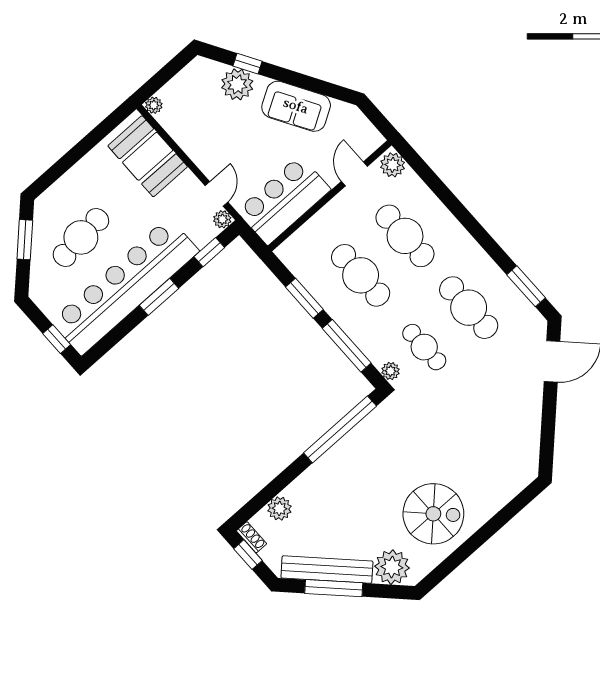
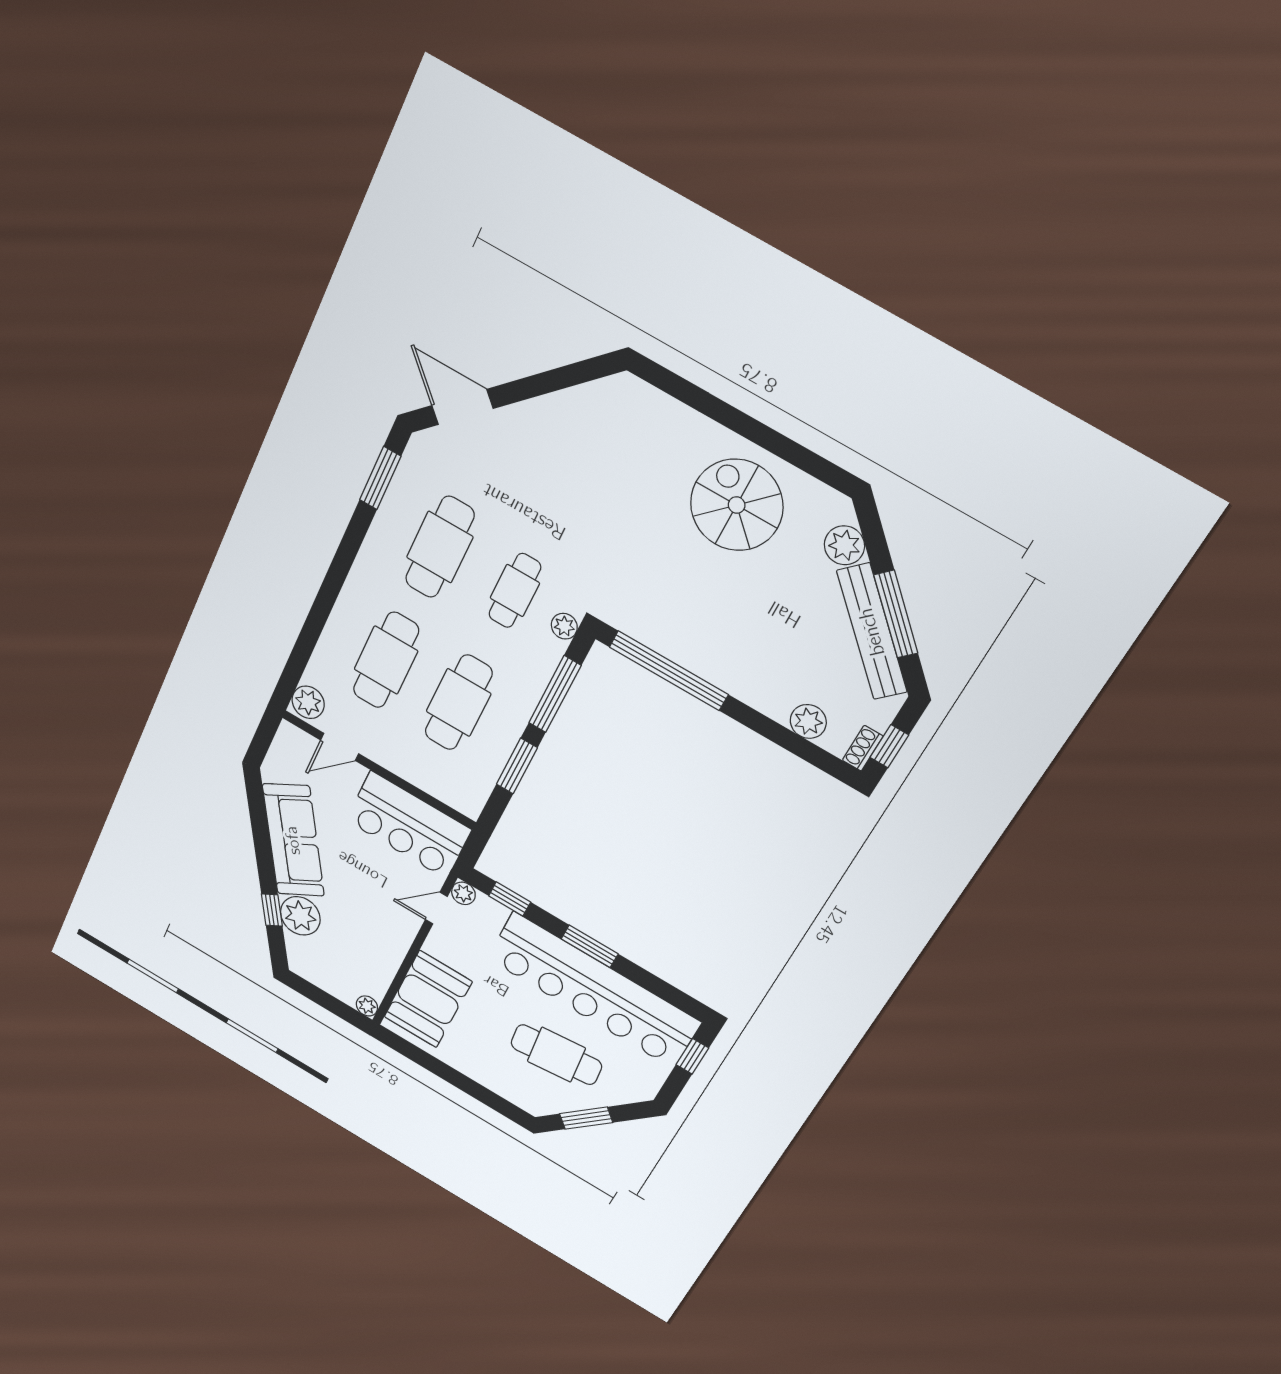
sofa: (296, 106) -> (293, 840), width x1.36
plant: (392, 567) -> (844, 545), width x0.73, depth x0.73

